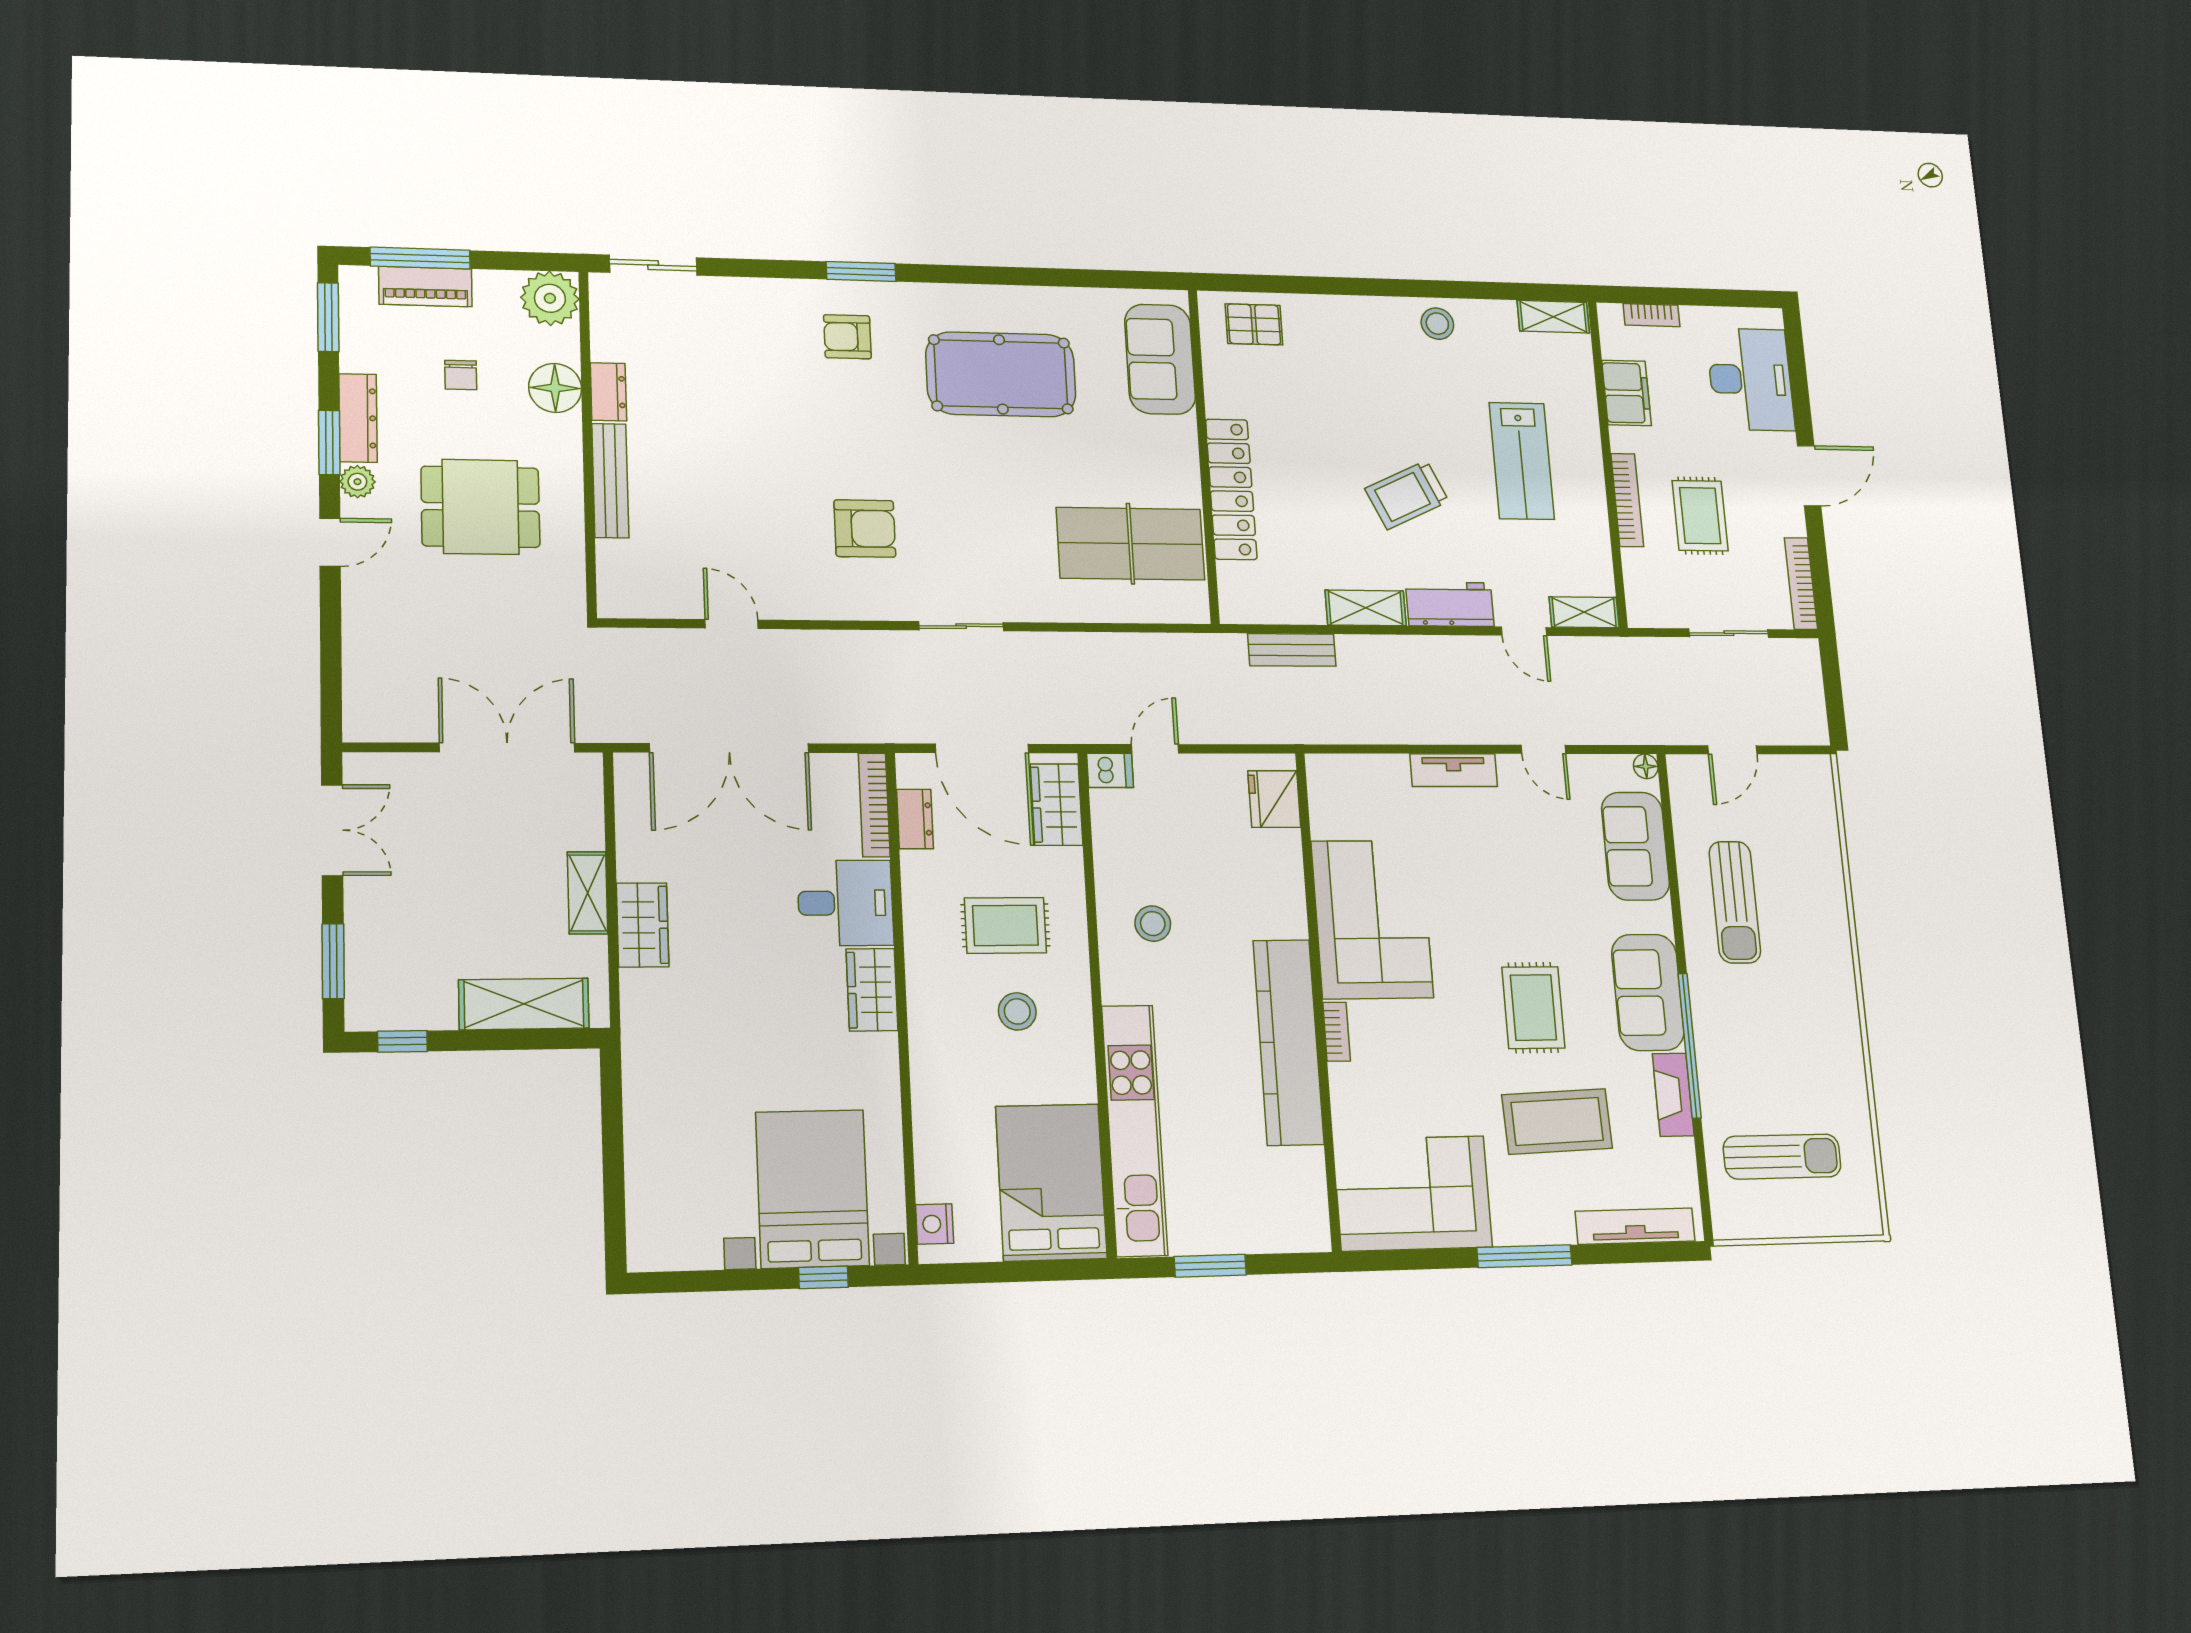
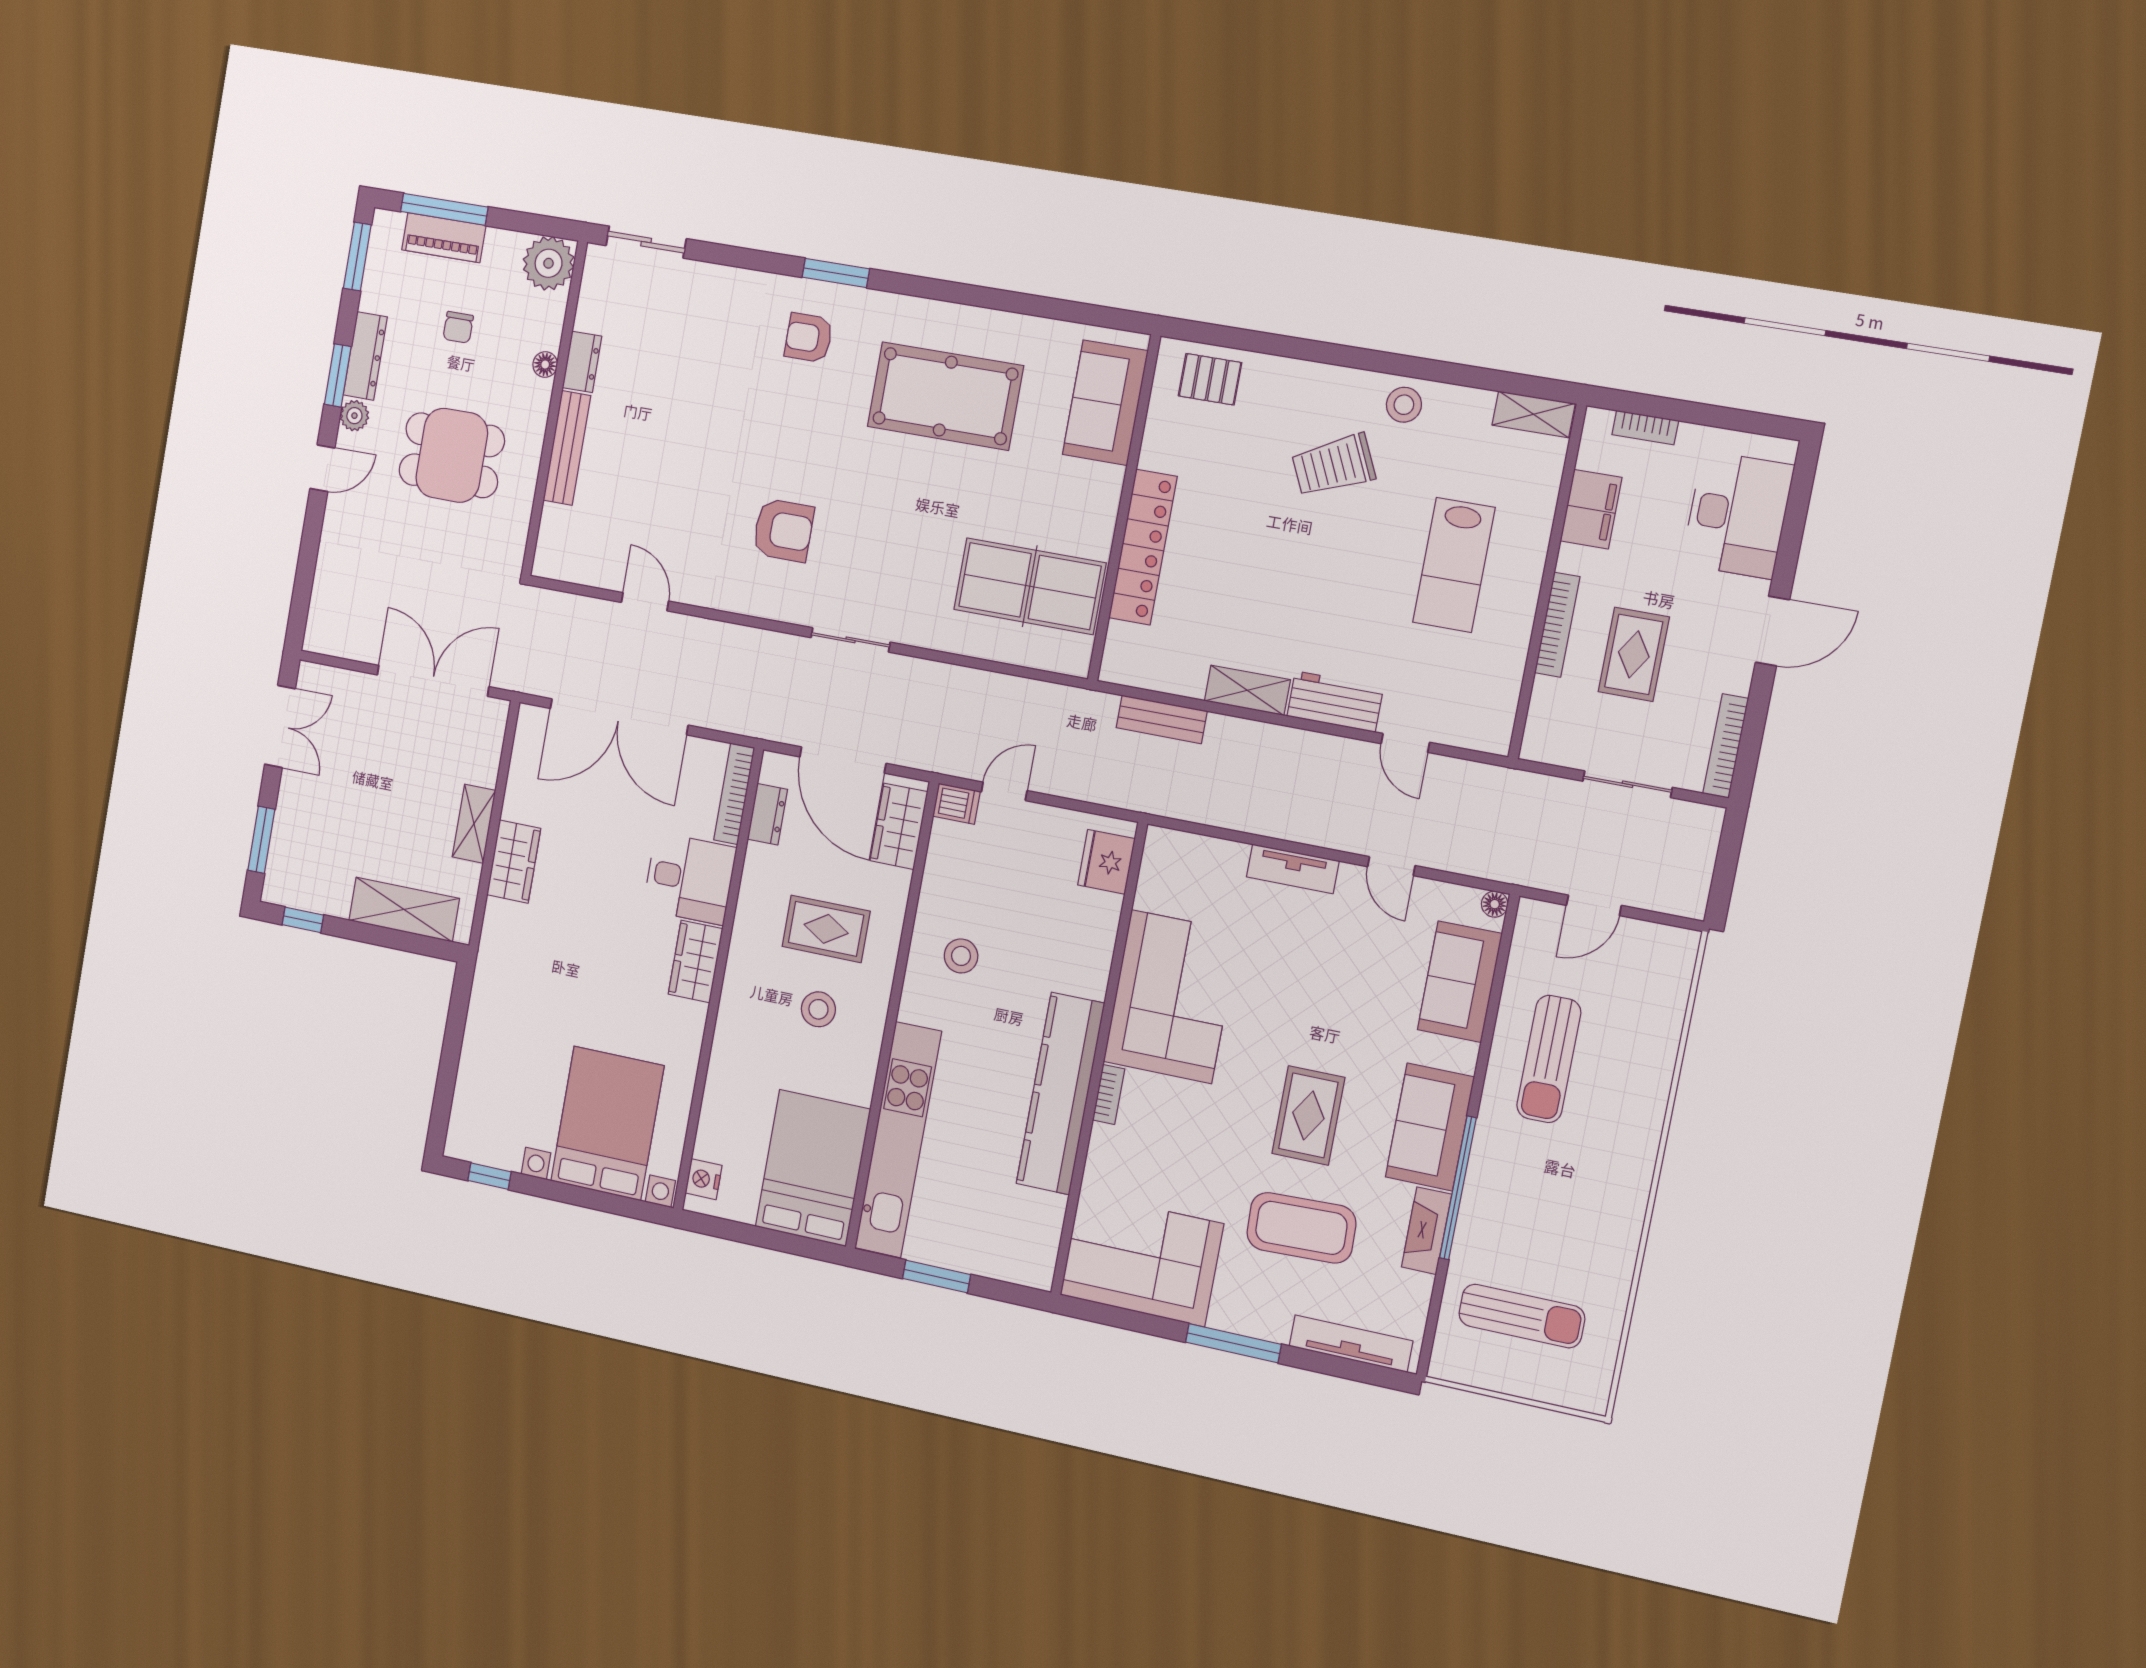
floor lamp: (555, 388) -> (545, 365), width x0.53, depth x0.53
trolley: (1407, 495) -> (1334, 465), moved
shelving: (1584, 612) -> (1475, 735), removed
window: (823, 1277) -> (490, 1176), moved

